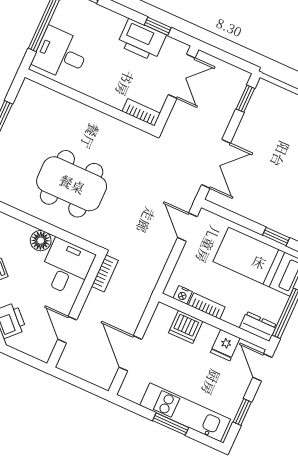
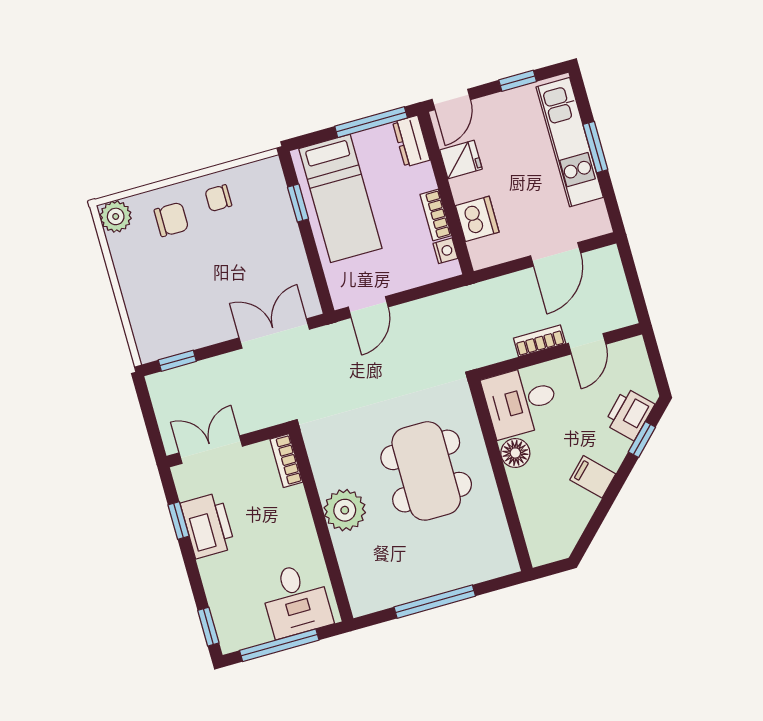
plant: (87, 122) -> (345, 510), added
bookcase: (105, 273) -> (540, 341), moved

